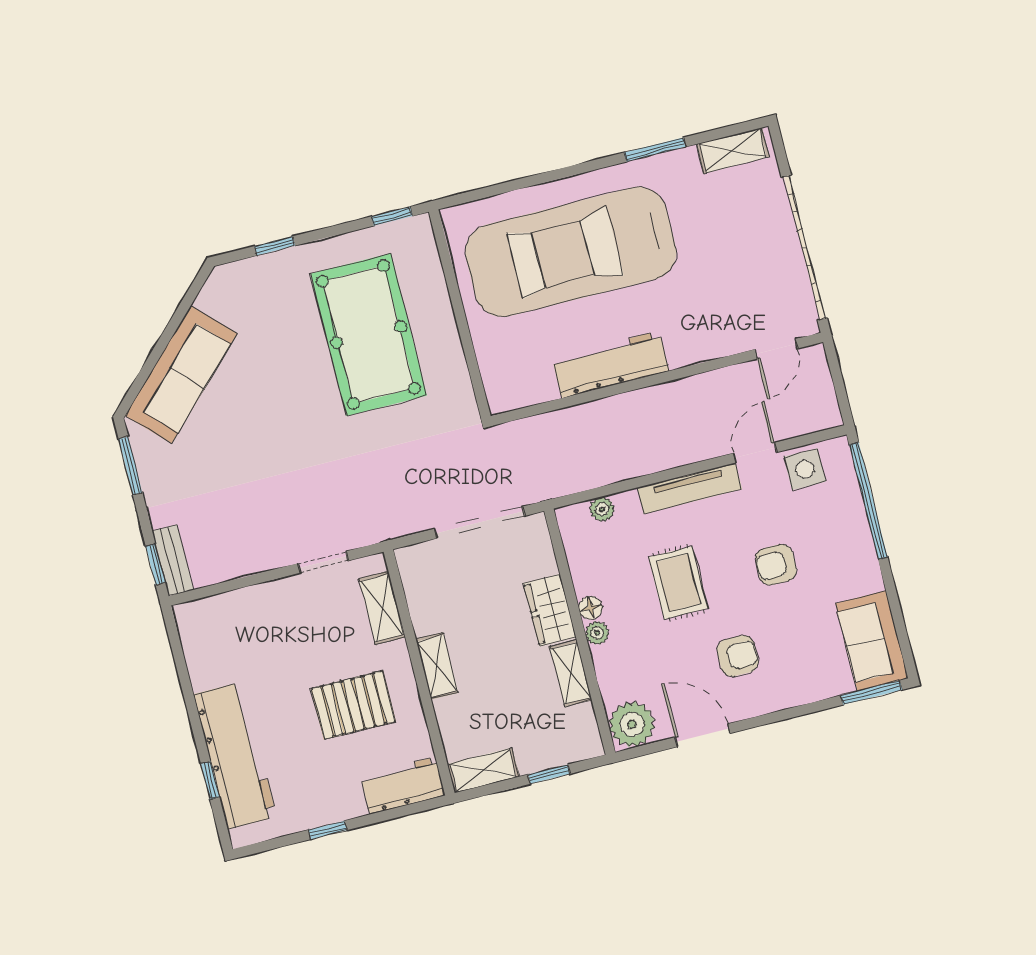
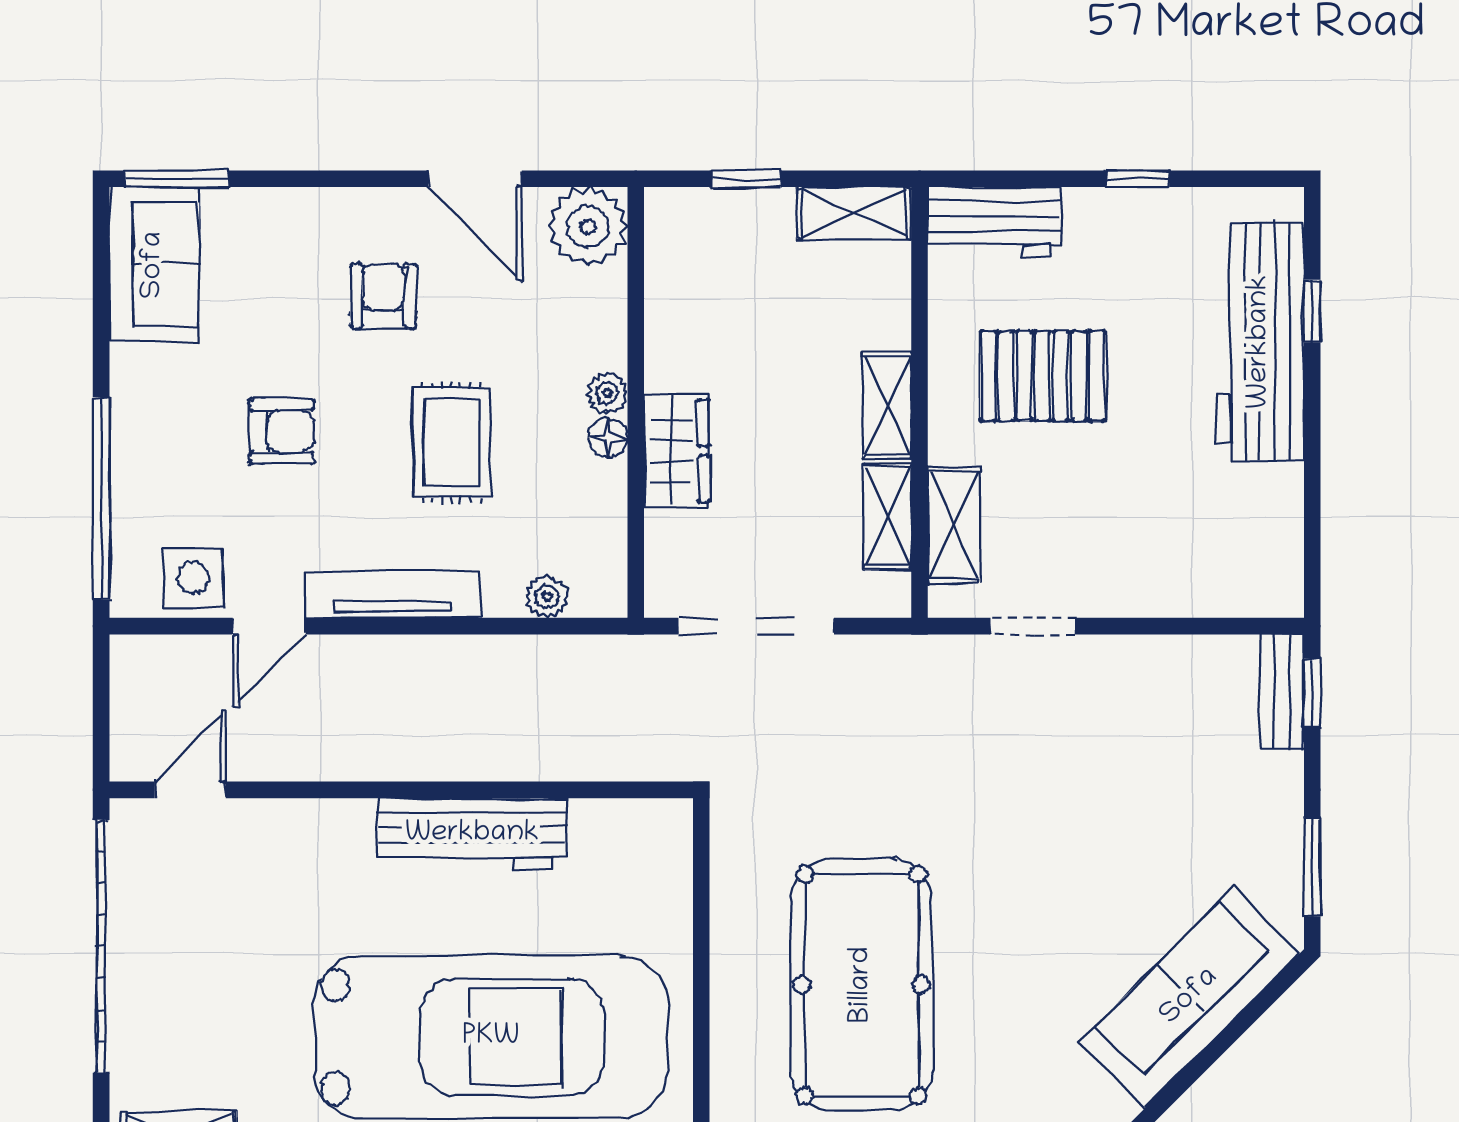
armchair: (738, 656) -> (383, 296), turned 90
shelving: (571, 673) -> (887, 516), moved

